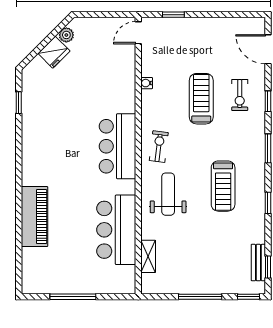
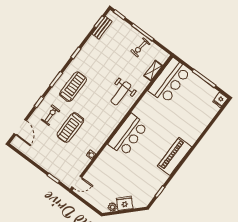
exercise bike: (159, 147) -> (140, 47), moved
treadmill: (223, 186) -> (73, 87), moved
piano: (34, 217) -> (175, 156), moved
bar counter: (116, 230) -> (170, 81), moved
fridge: (30, 284) -> (220, 100), added

